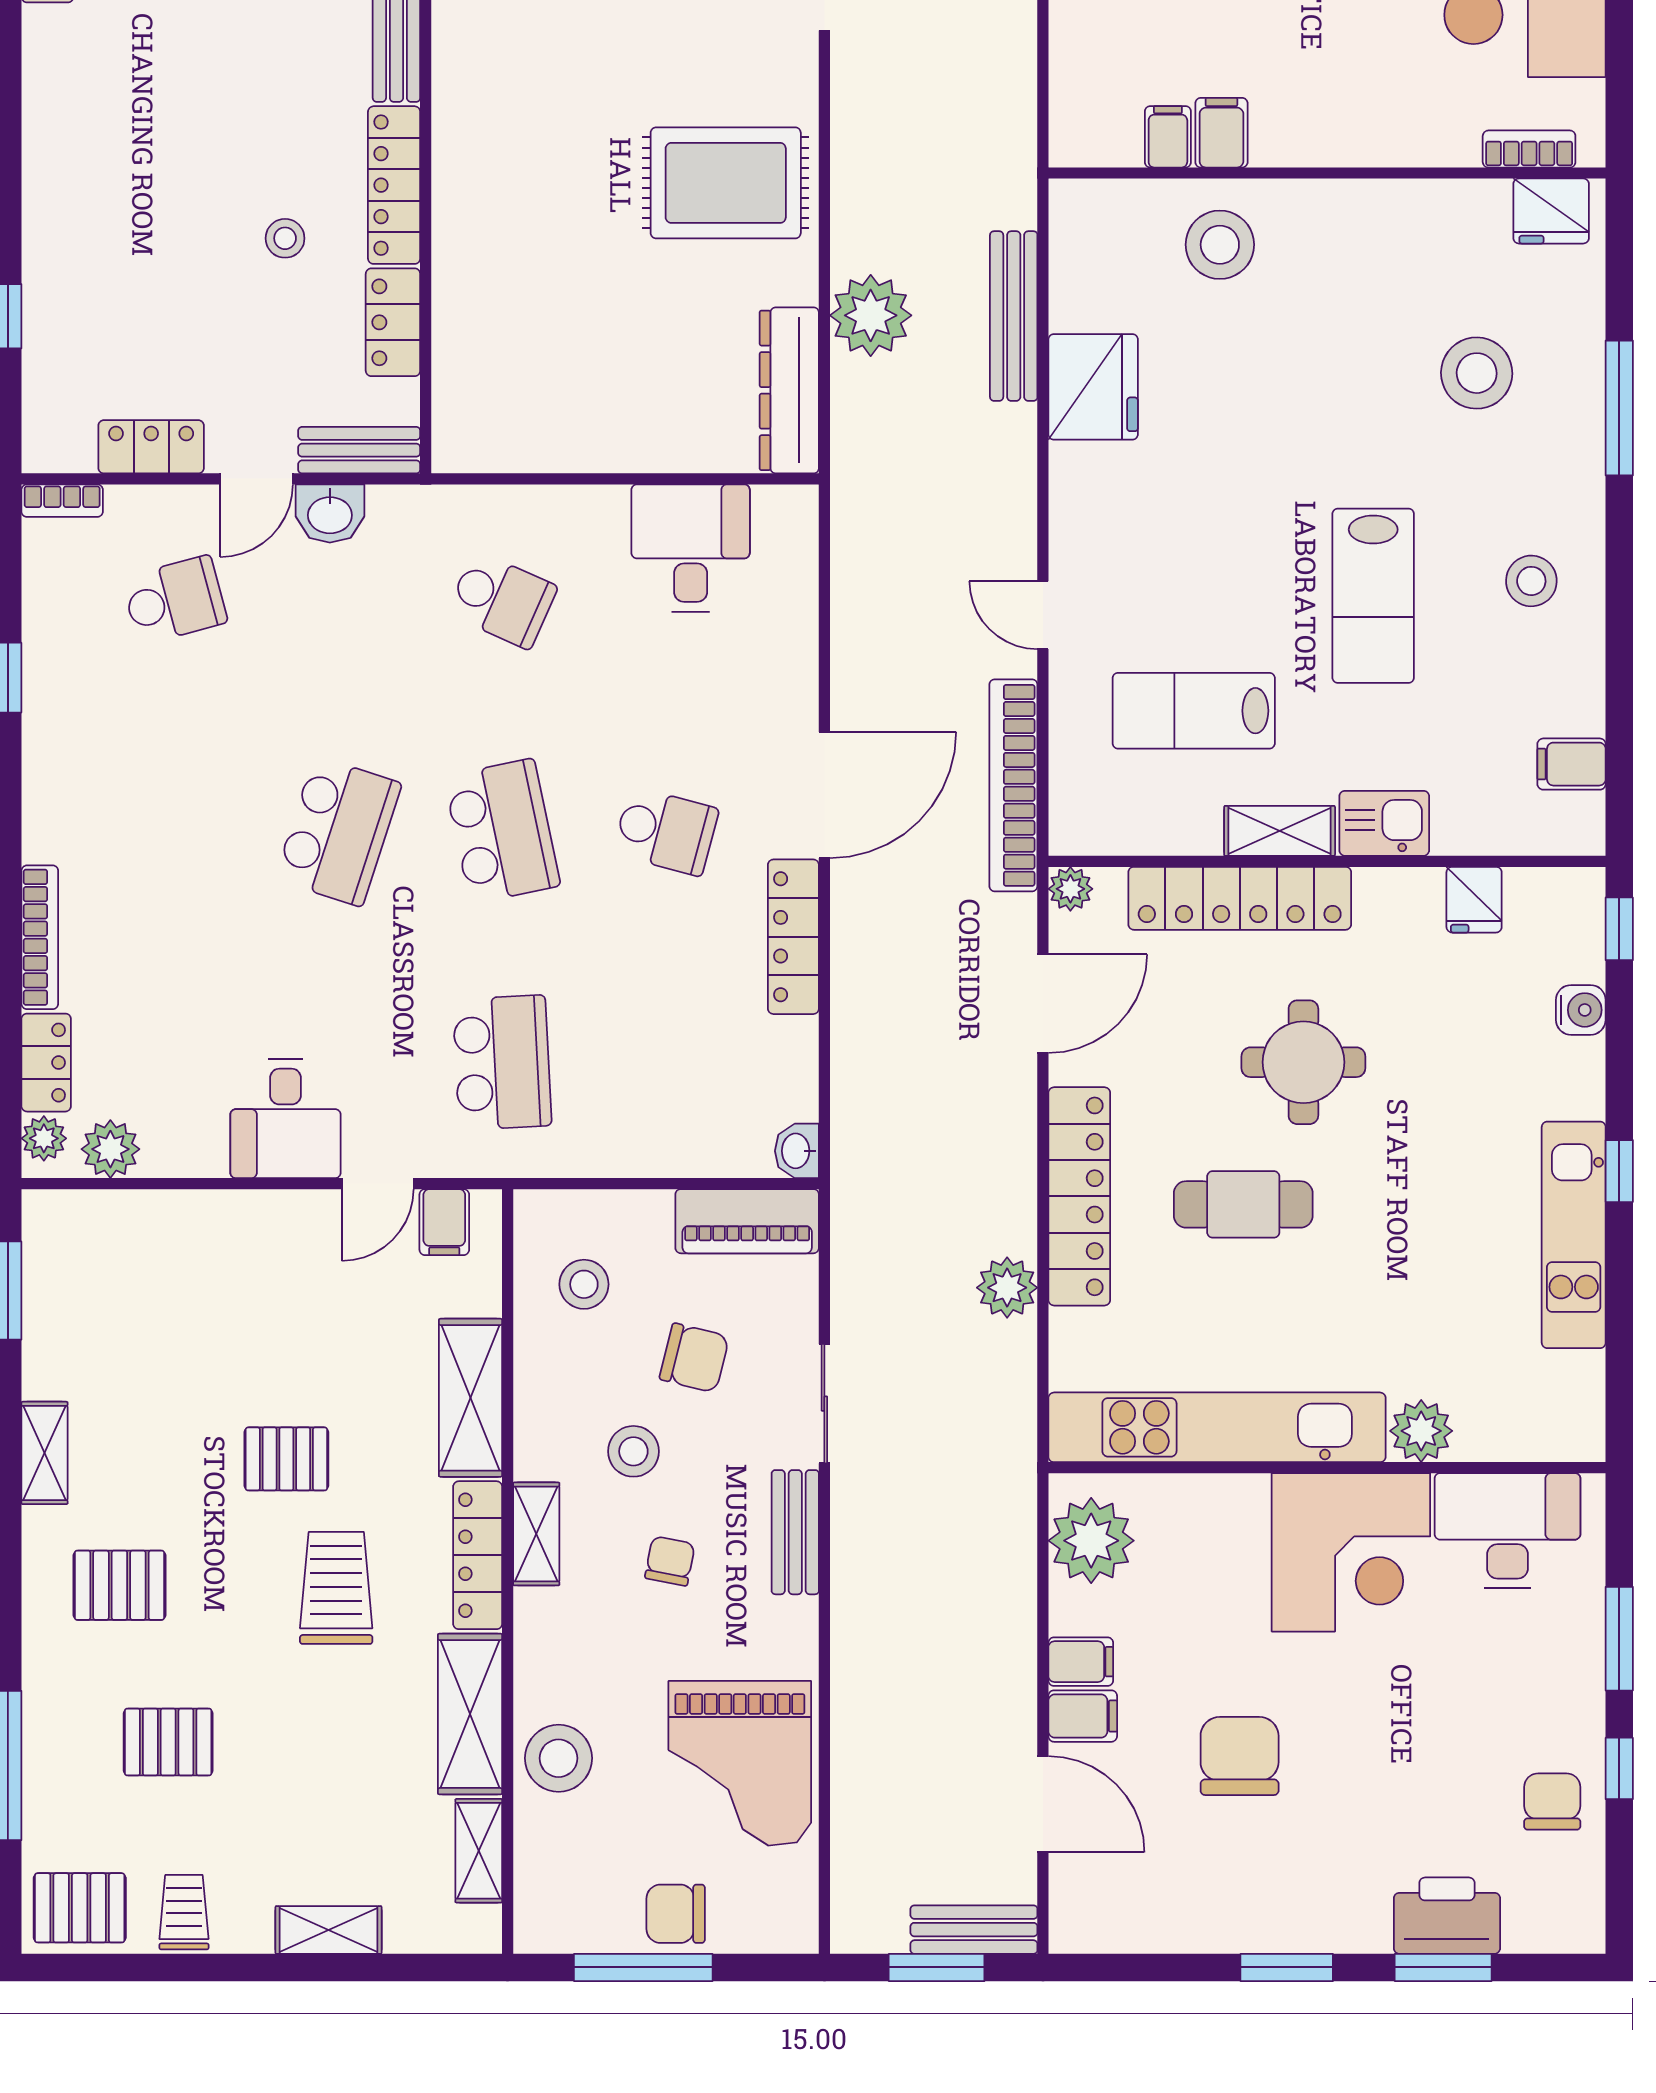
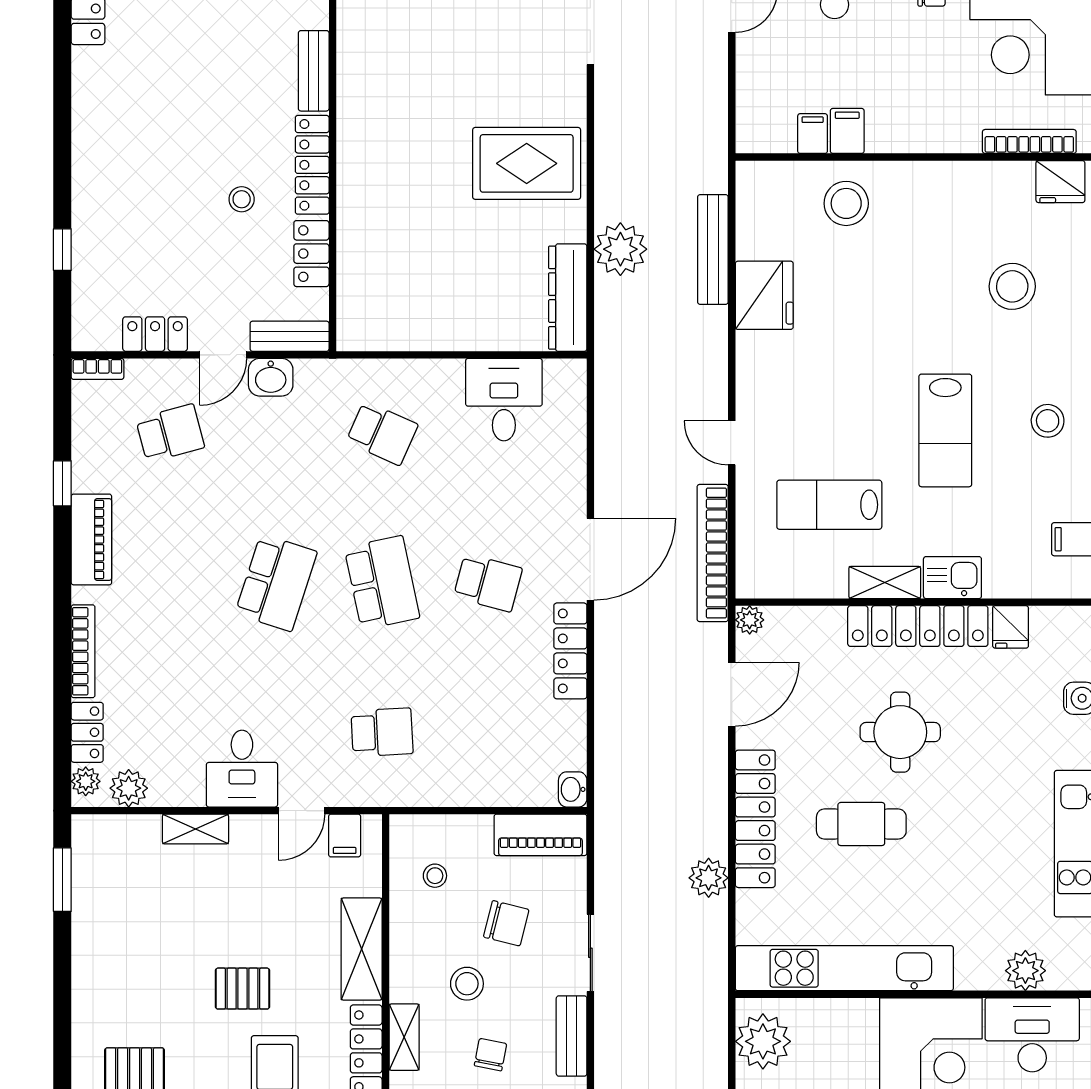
bookcase: (1529, 149) -> (1029, 141), width x1.56
piano: (53, 764) -> (91, 539), added
locker: (1240, 898) -> (918, 626), moved
school desk: (502, 1062) -> (382, 732), width x0.54
stool: (584, 1284) -> (435, 876), width x0.73, depth x0.73
plant: (1421, 1431) -> (1025, 971), moved
shelving: (44, 1453) -> (195, 829), moved, turned 90

